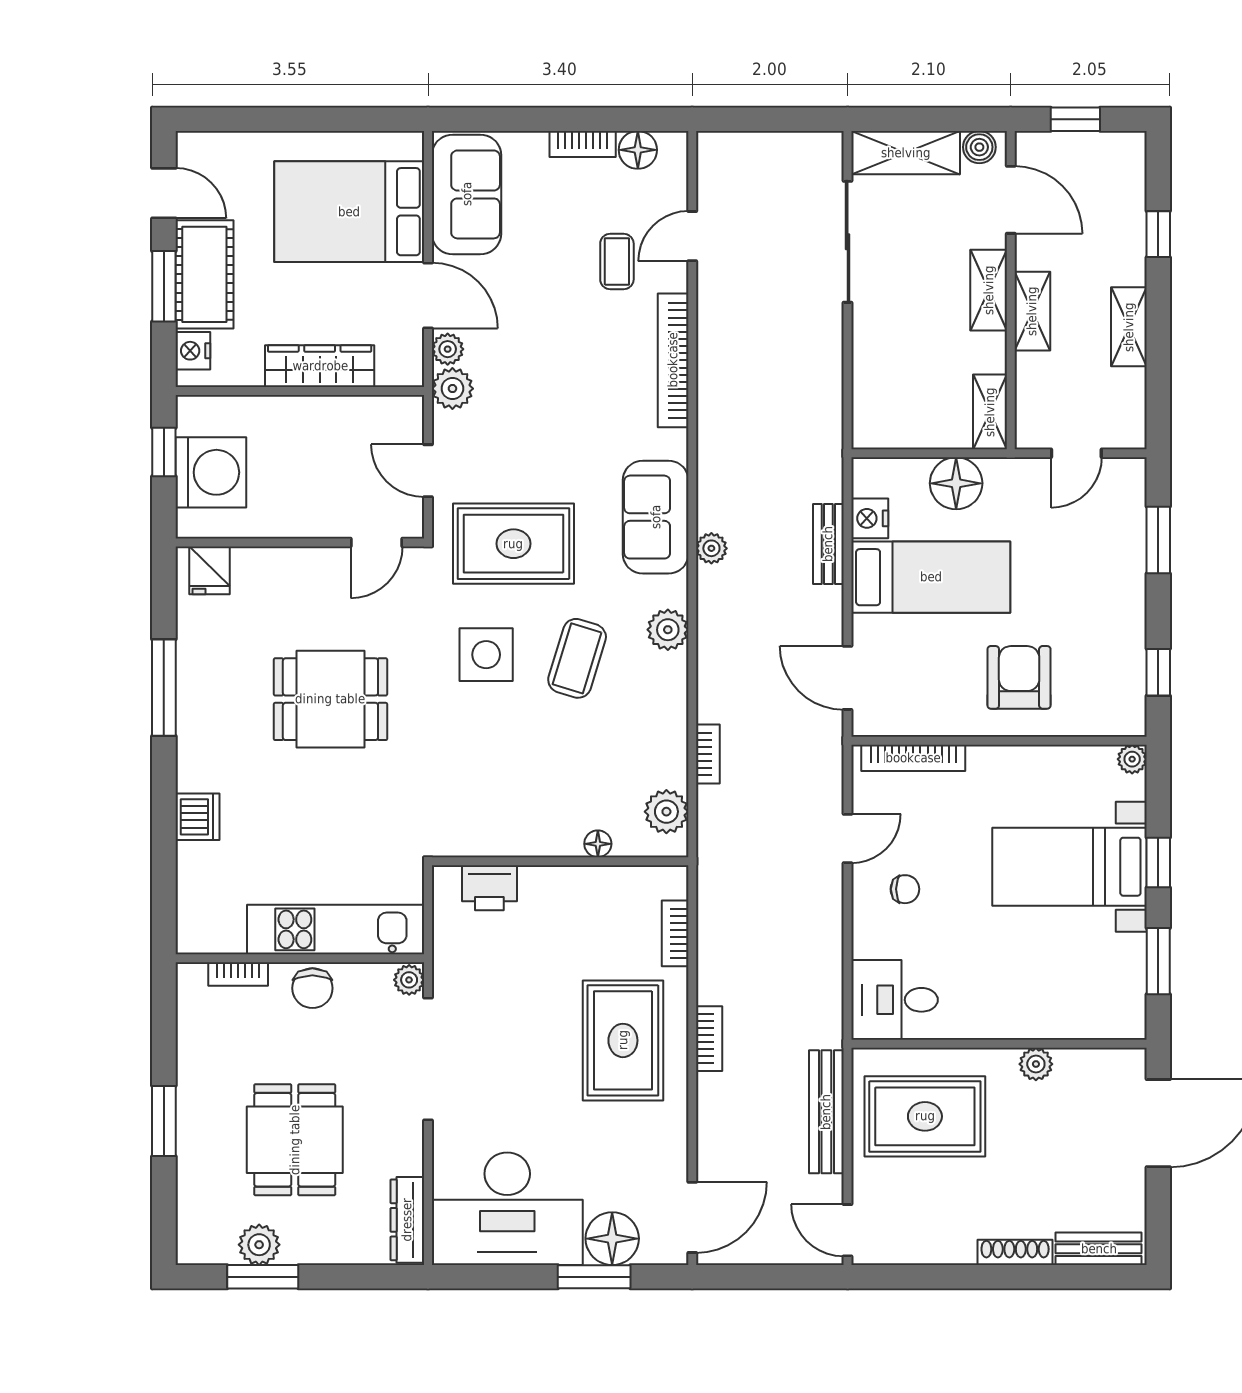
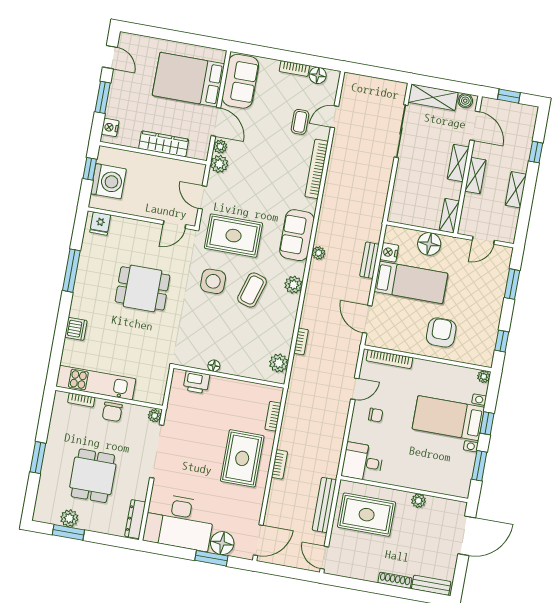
cot: (204, 274) -> (121, 95), removed
floor lamp: (598, 844) -> (214, 366), moved
kitchen unit: (336, 929) -> (96, 383), moved

